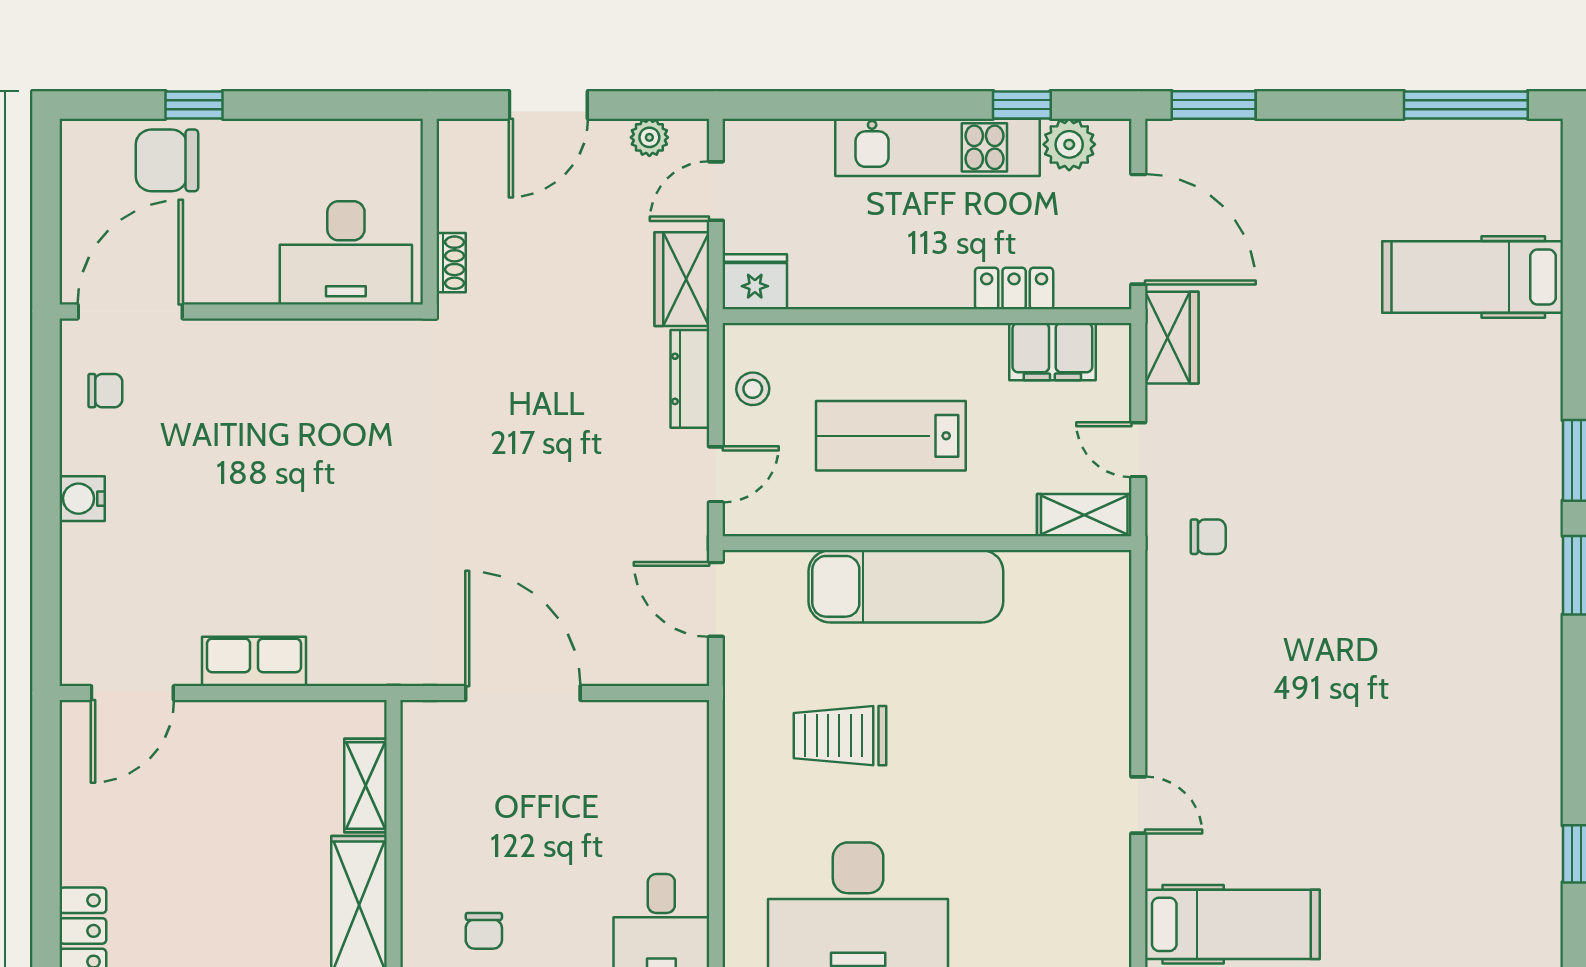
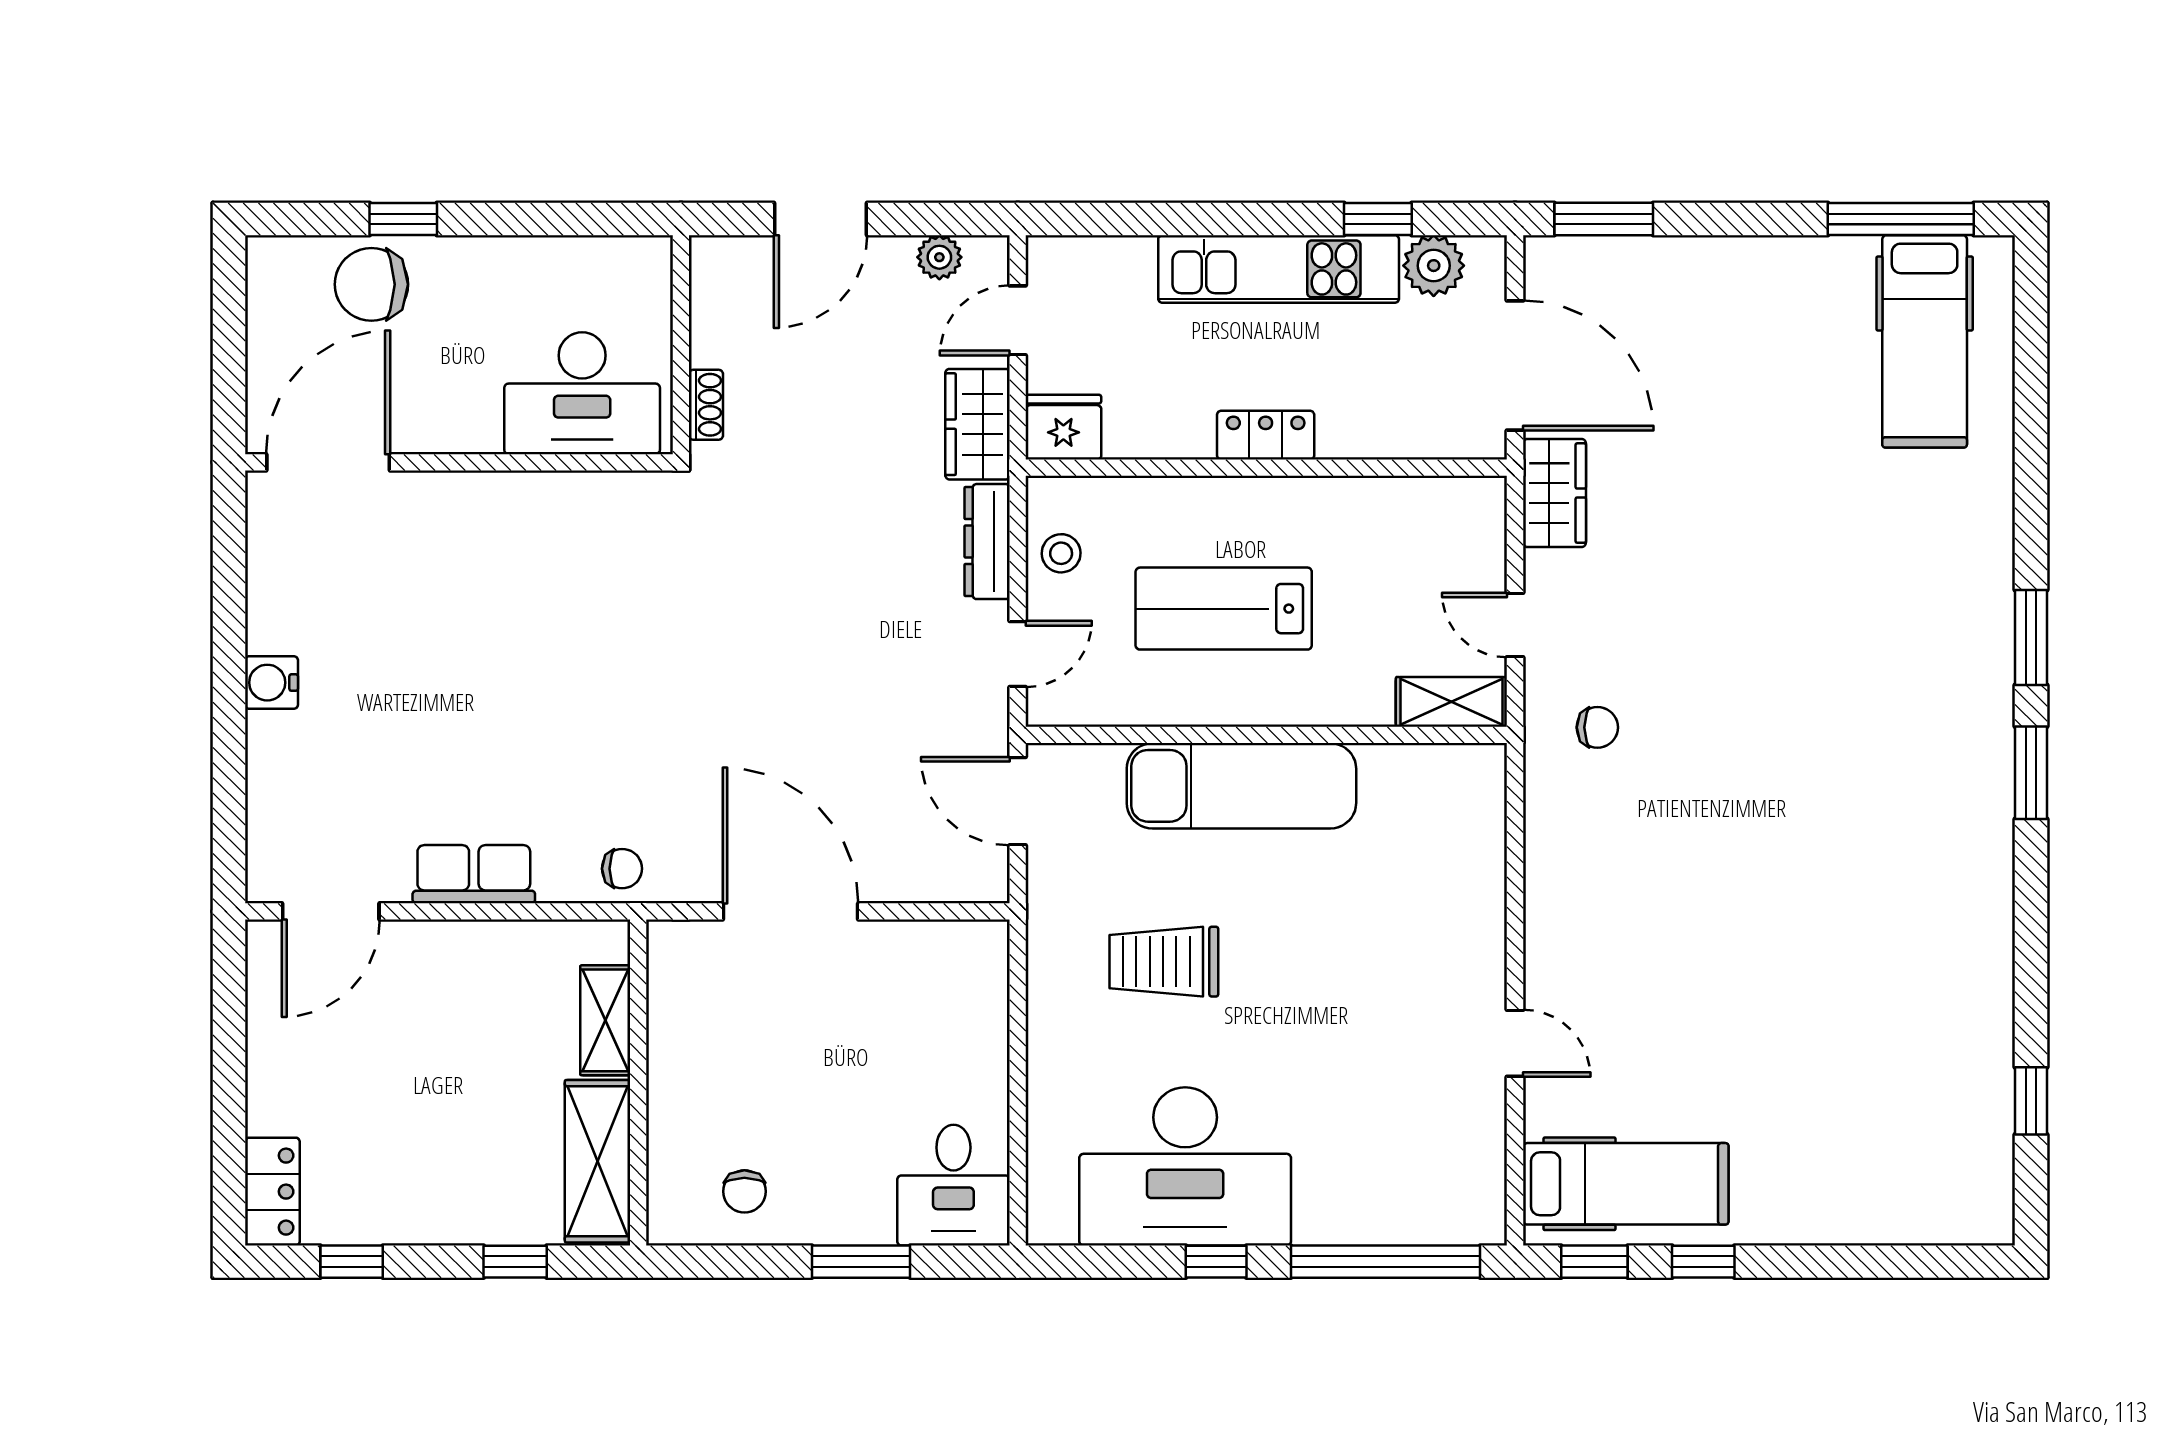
hospital bed: (1473, 277) -> (1925, 341), moved, turned -90
locker: (1014, 288) -> (1266, 435), moved
filing cabinet: (1052, 352) -> (1414, 509), removed
chair: (105, 391) -> (622, 869), moved

